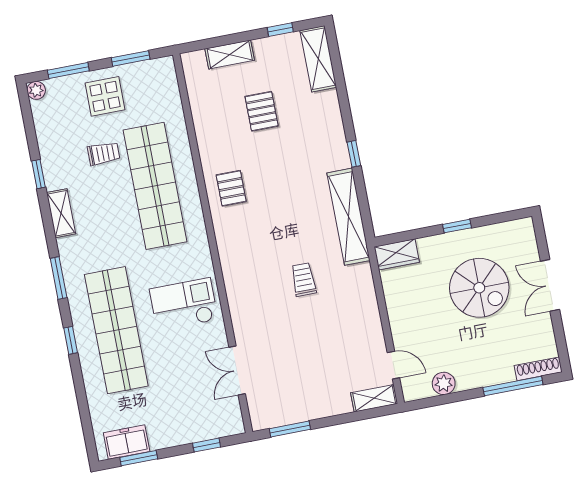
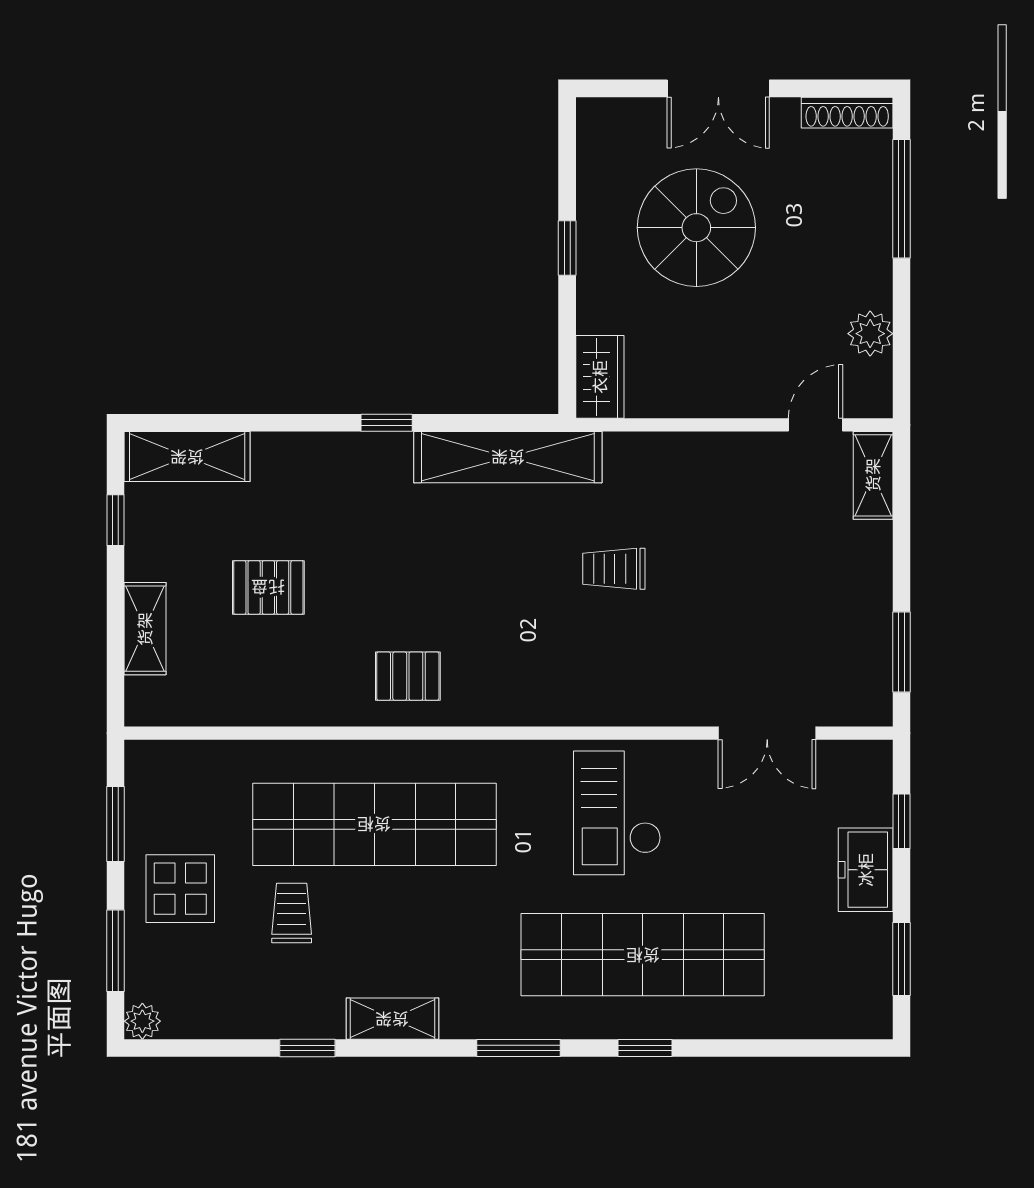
shoe rack: (538, 369) -> (847, 113), moved, turned -90
freezer: (127, 442) -> (866, 870), moved

